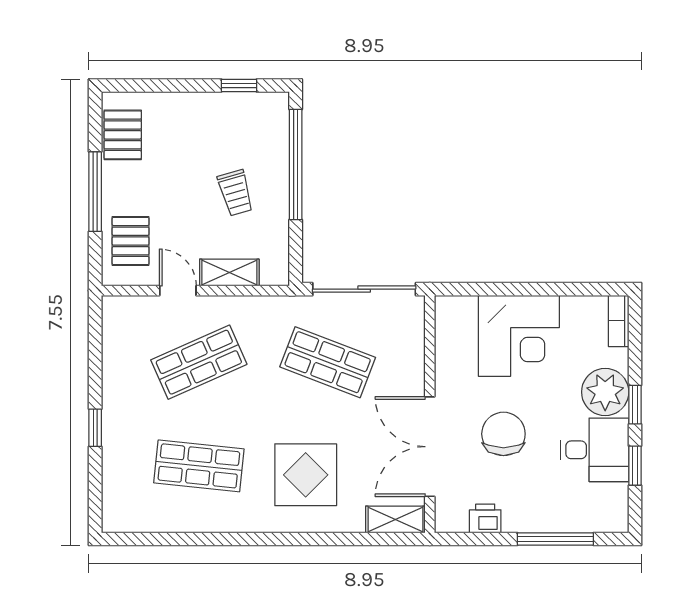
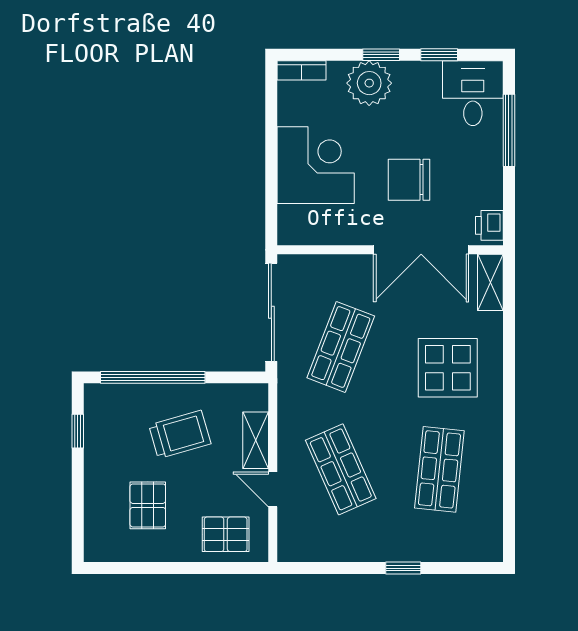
pallet: (123, 135) -> (148, 505), moved, turned 90
window: (95, 192) -> (179, 568), removed
trolley: (236, 193) -> (180, 434), width x1.36, depth x1.39
door: (178, 291) -> (273, 489), hinge flipped
desk: (595, 450) -> (473, 93), moved
printer: (485, 518) -> (489, 225), moved

